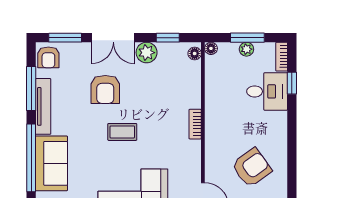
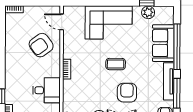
desk: (267, 91) -> (47, 90), moved, turned 180
armchair: (252, 168) -> (41, 45), moved

